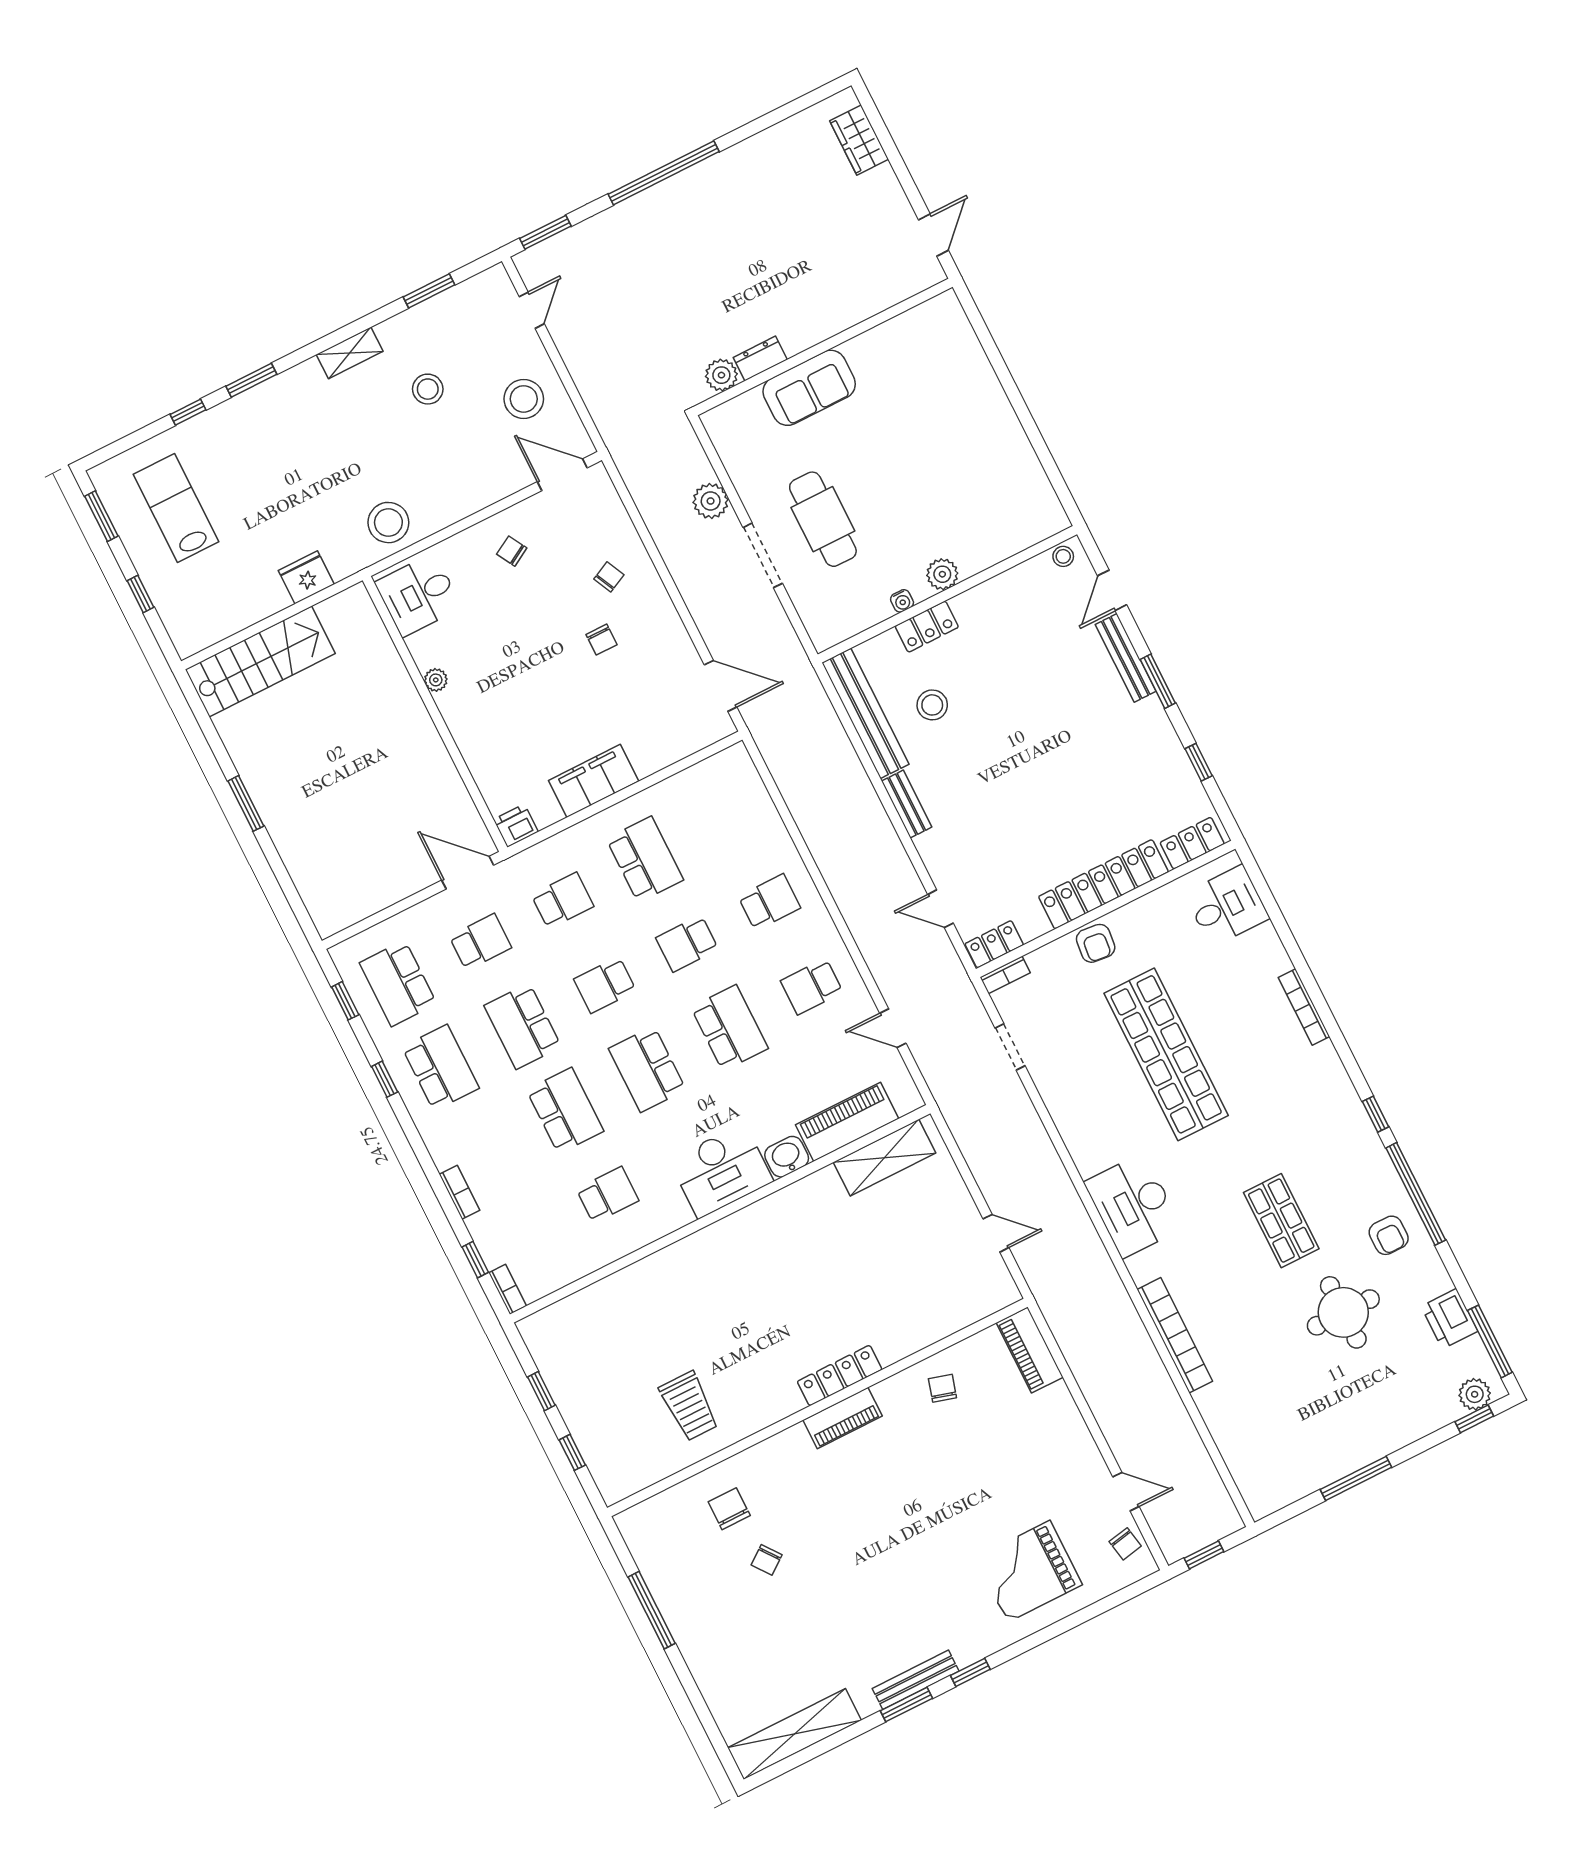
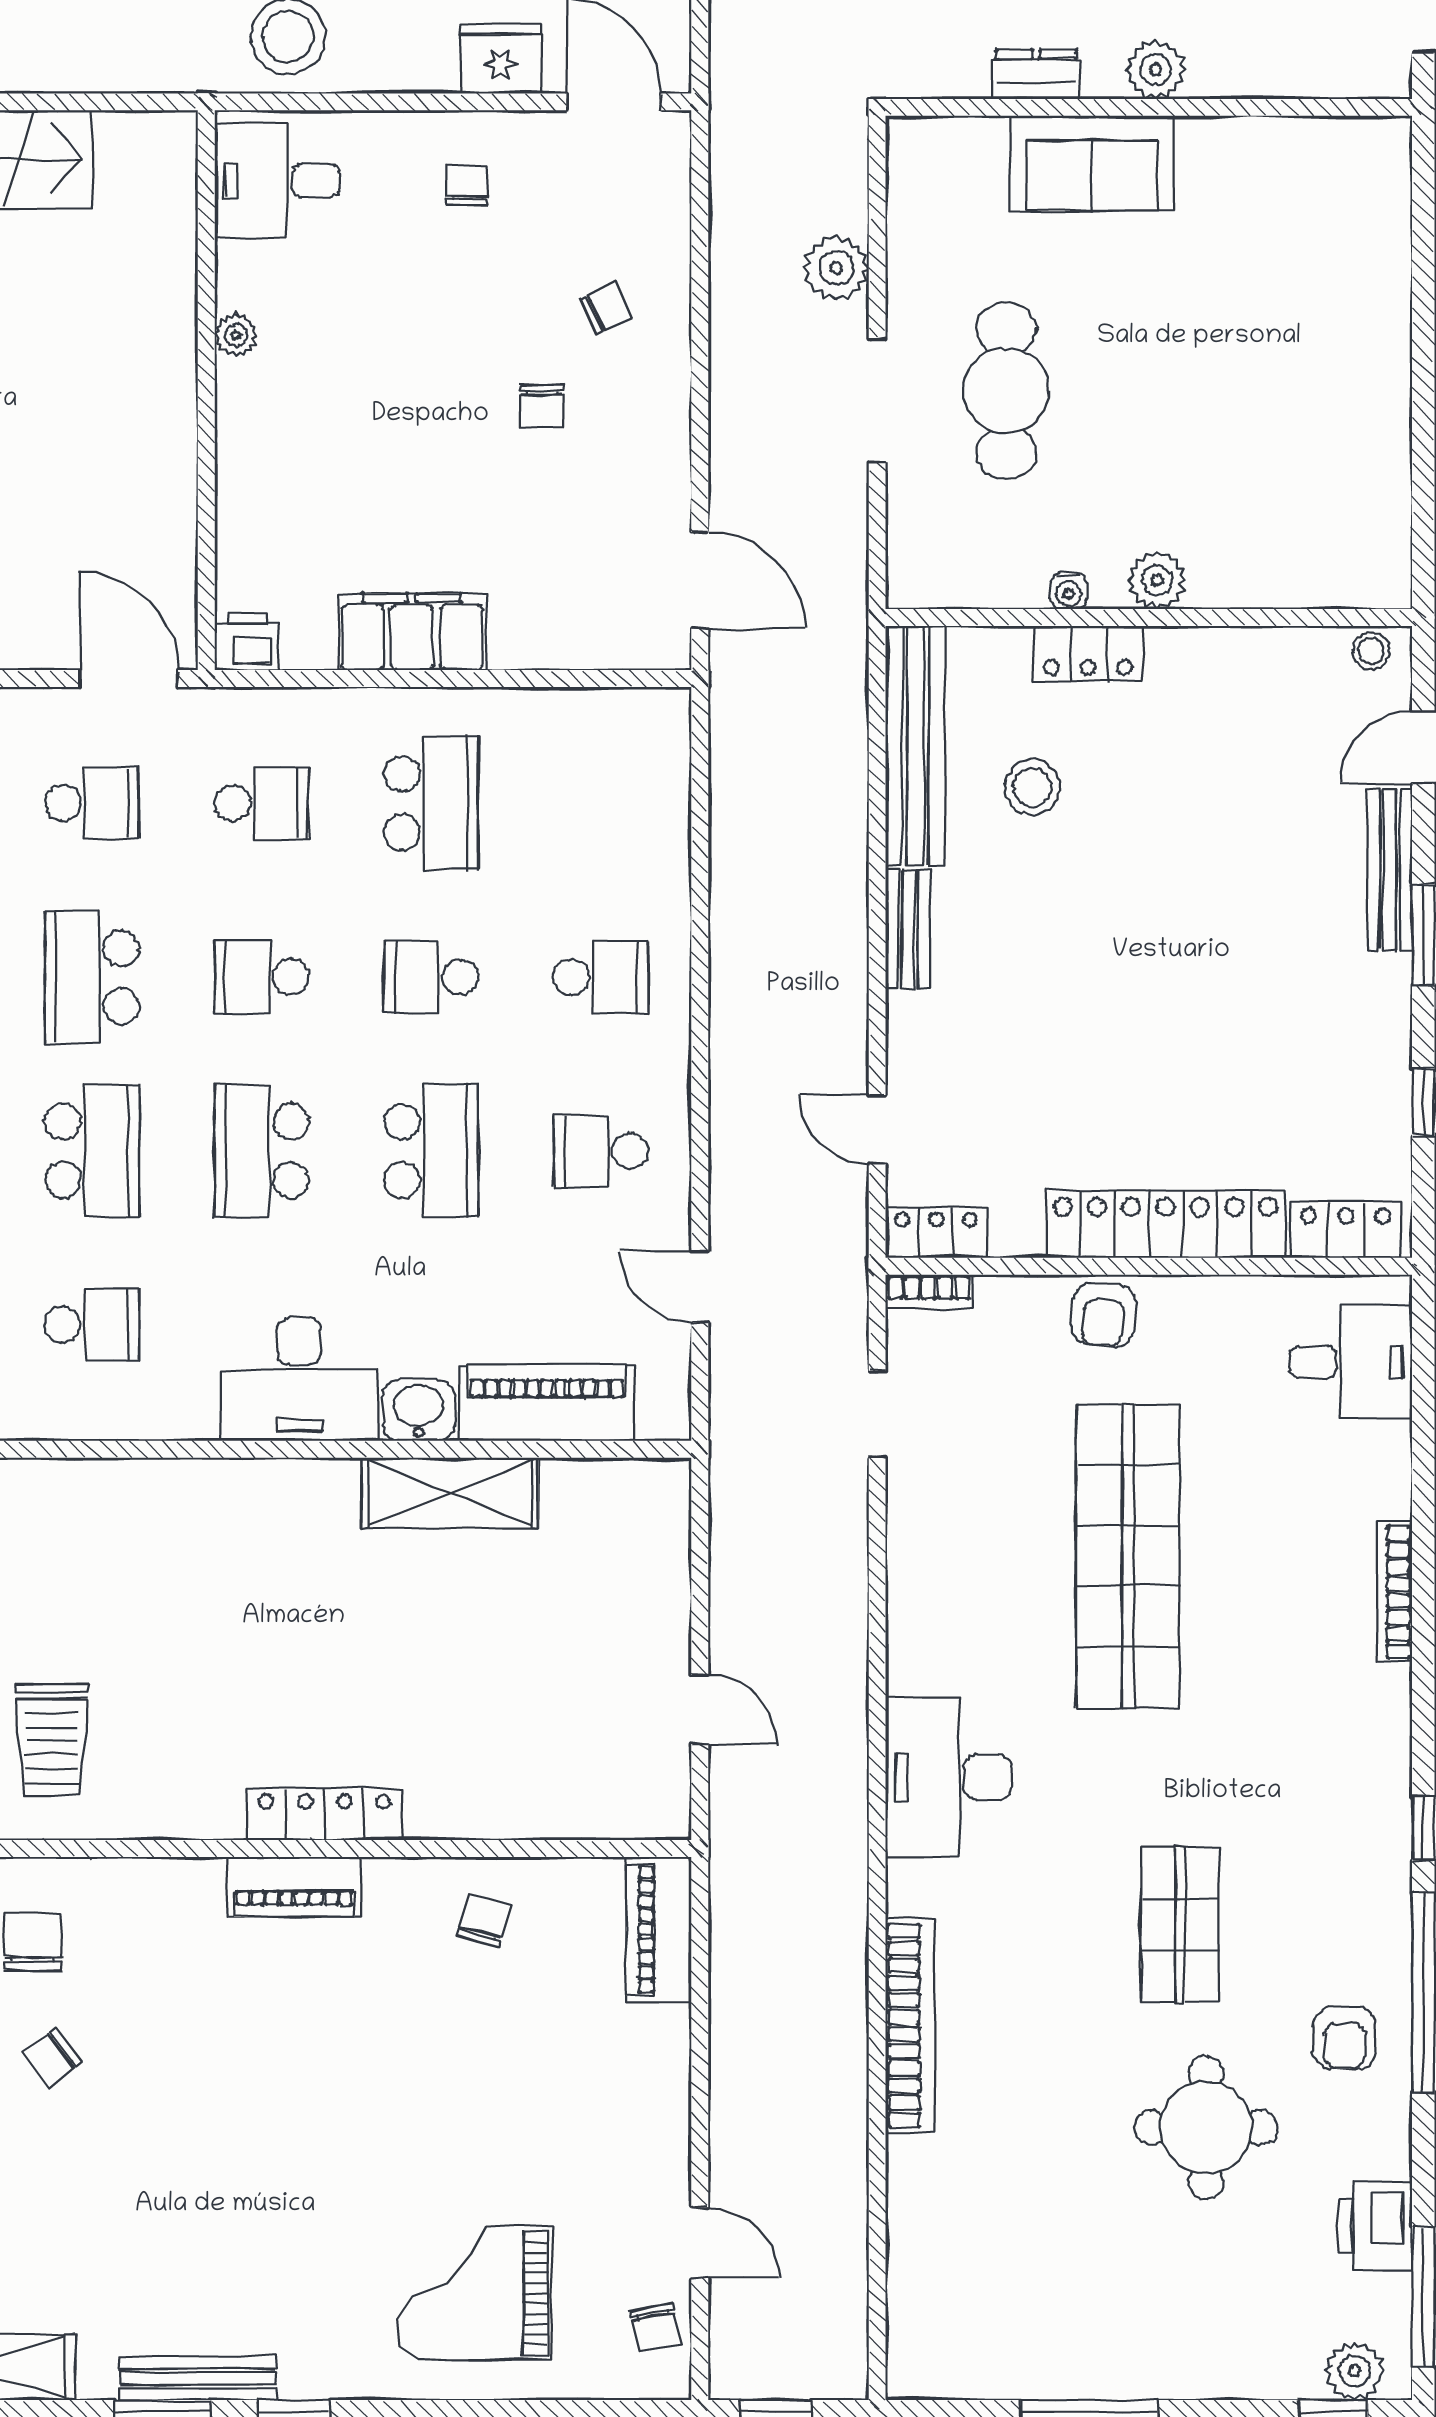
plant: (721, 375) -> (1156, 70), moved
chair: (512, 551) -> (467, 186), turned 30
fridge: (306, 577) -> (500, 59), moved
shelving: (885, 1158) -> (450, 1493), moved

